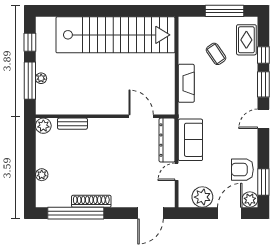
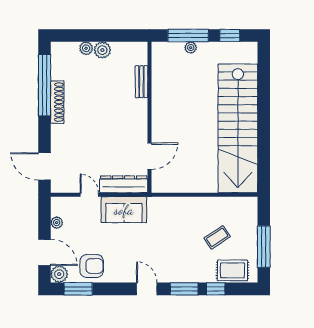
fireplace: (186, 83) -> (185, 205), removed
plant: (43, 126) -> (102, 50), moved
armchair: (242, 170) -> (92, 266), turned 90
plant: (202, 197) -> (57, 223), width x0.53, depth x0.53

